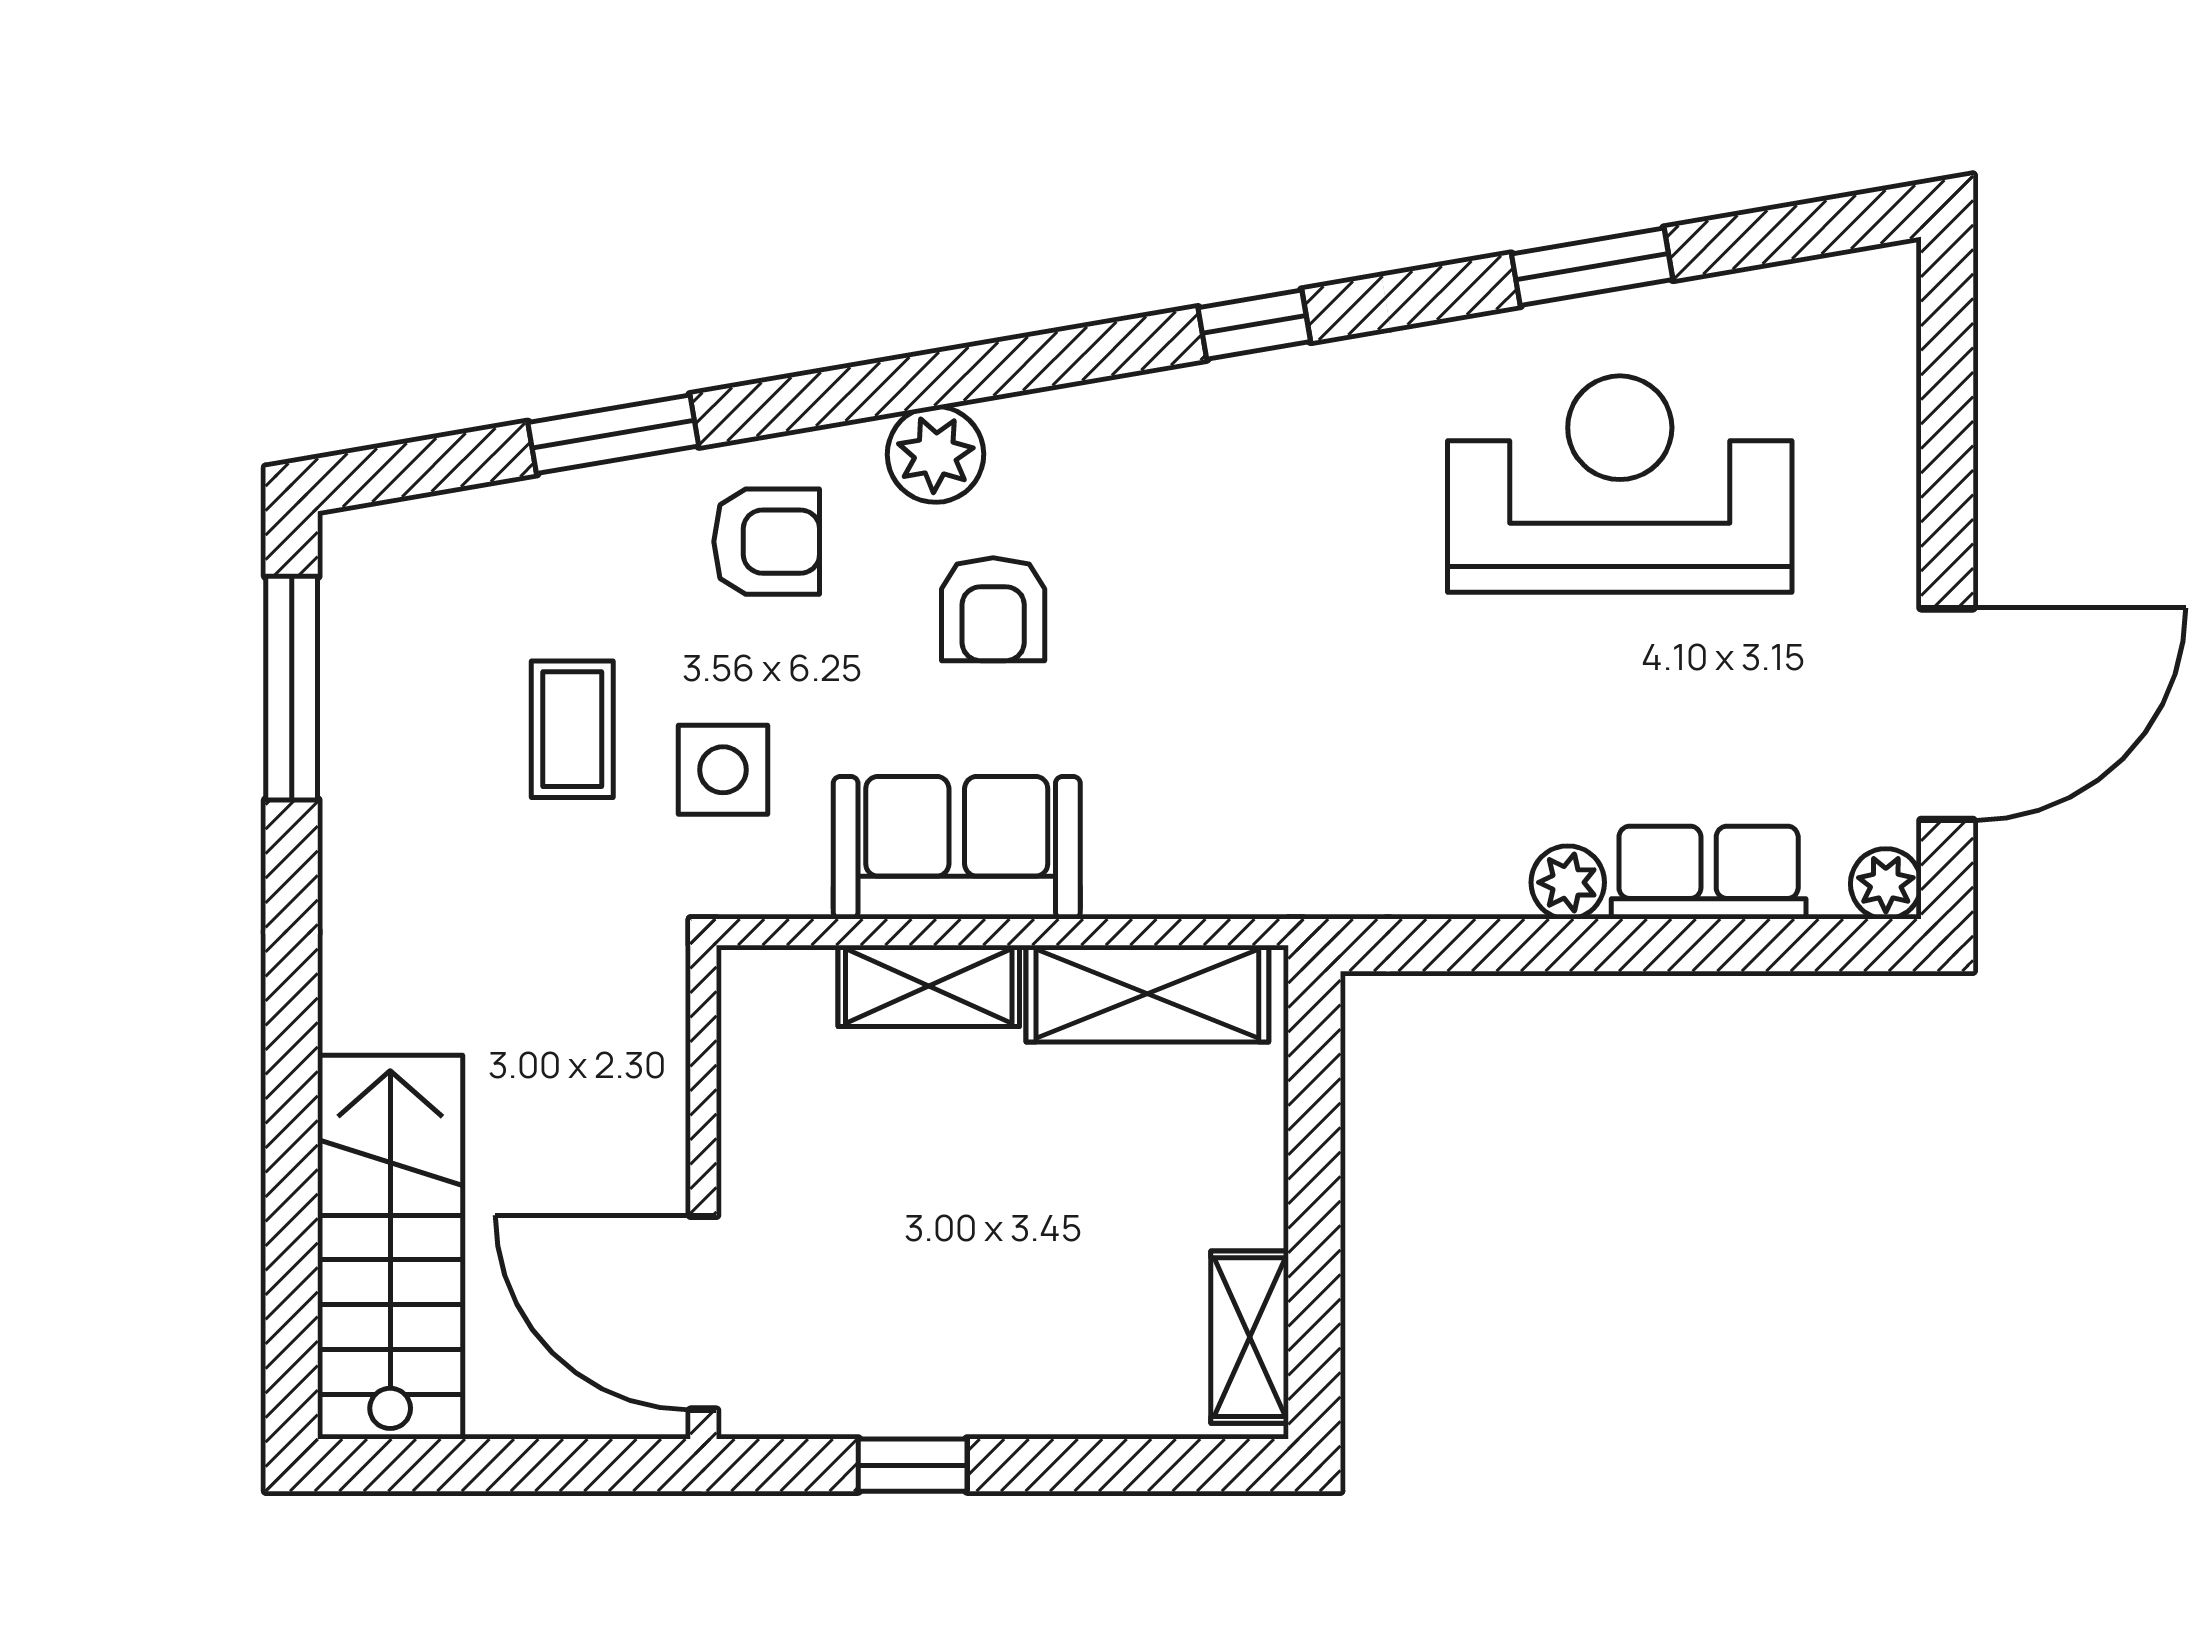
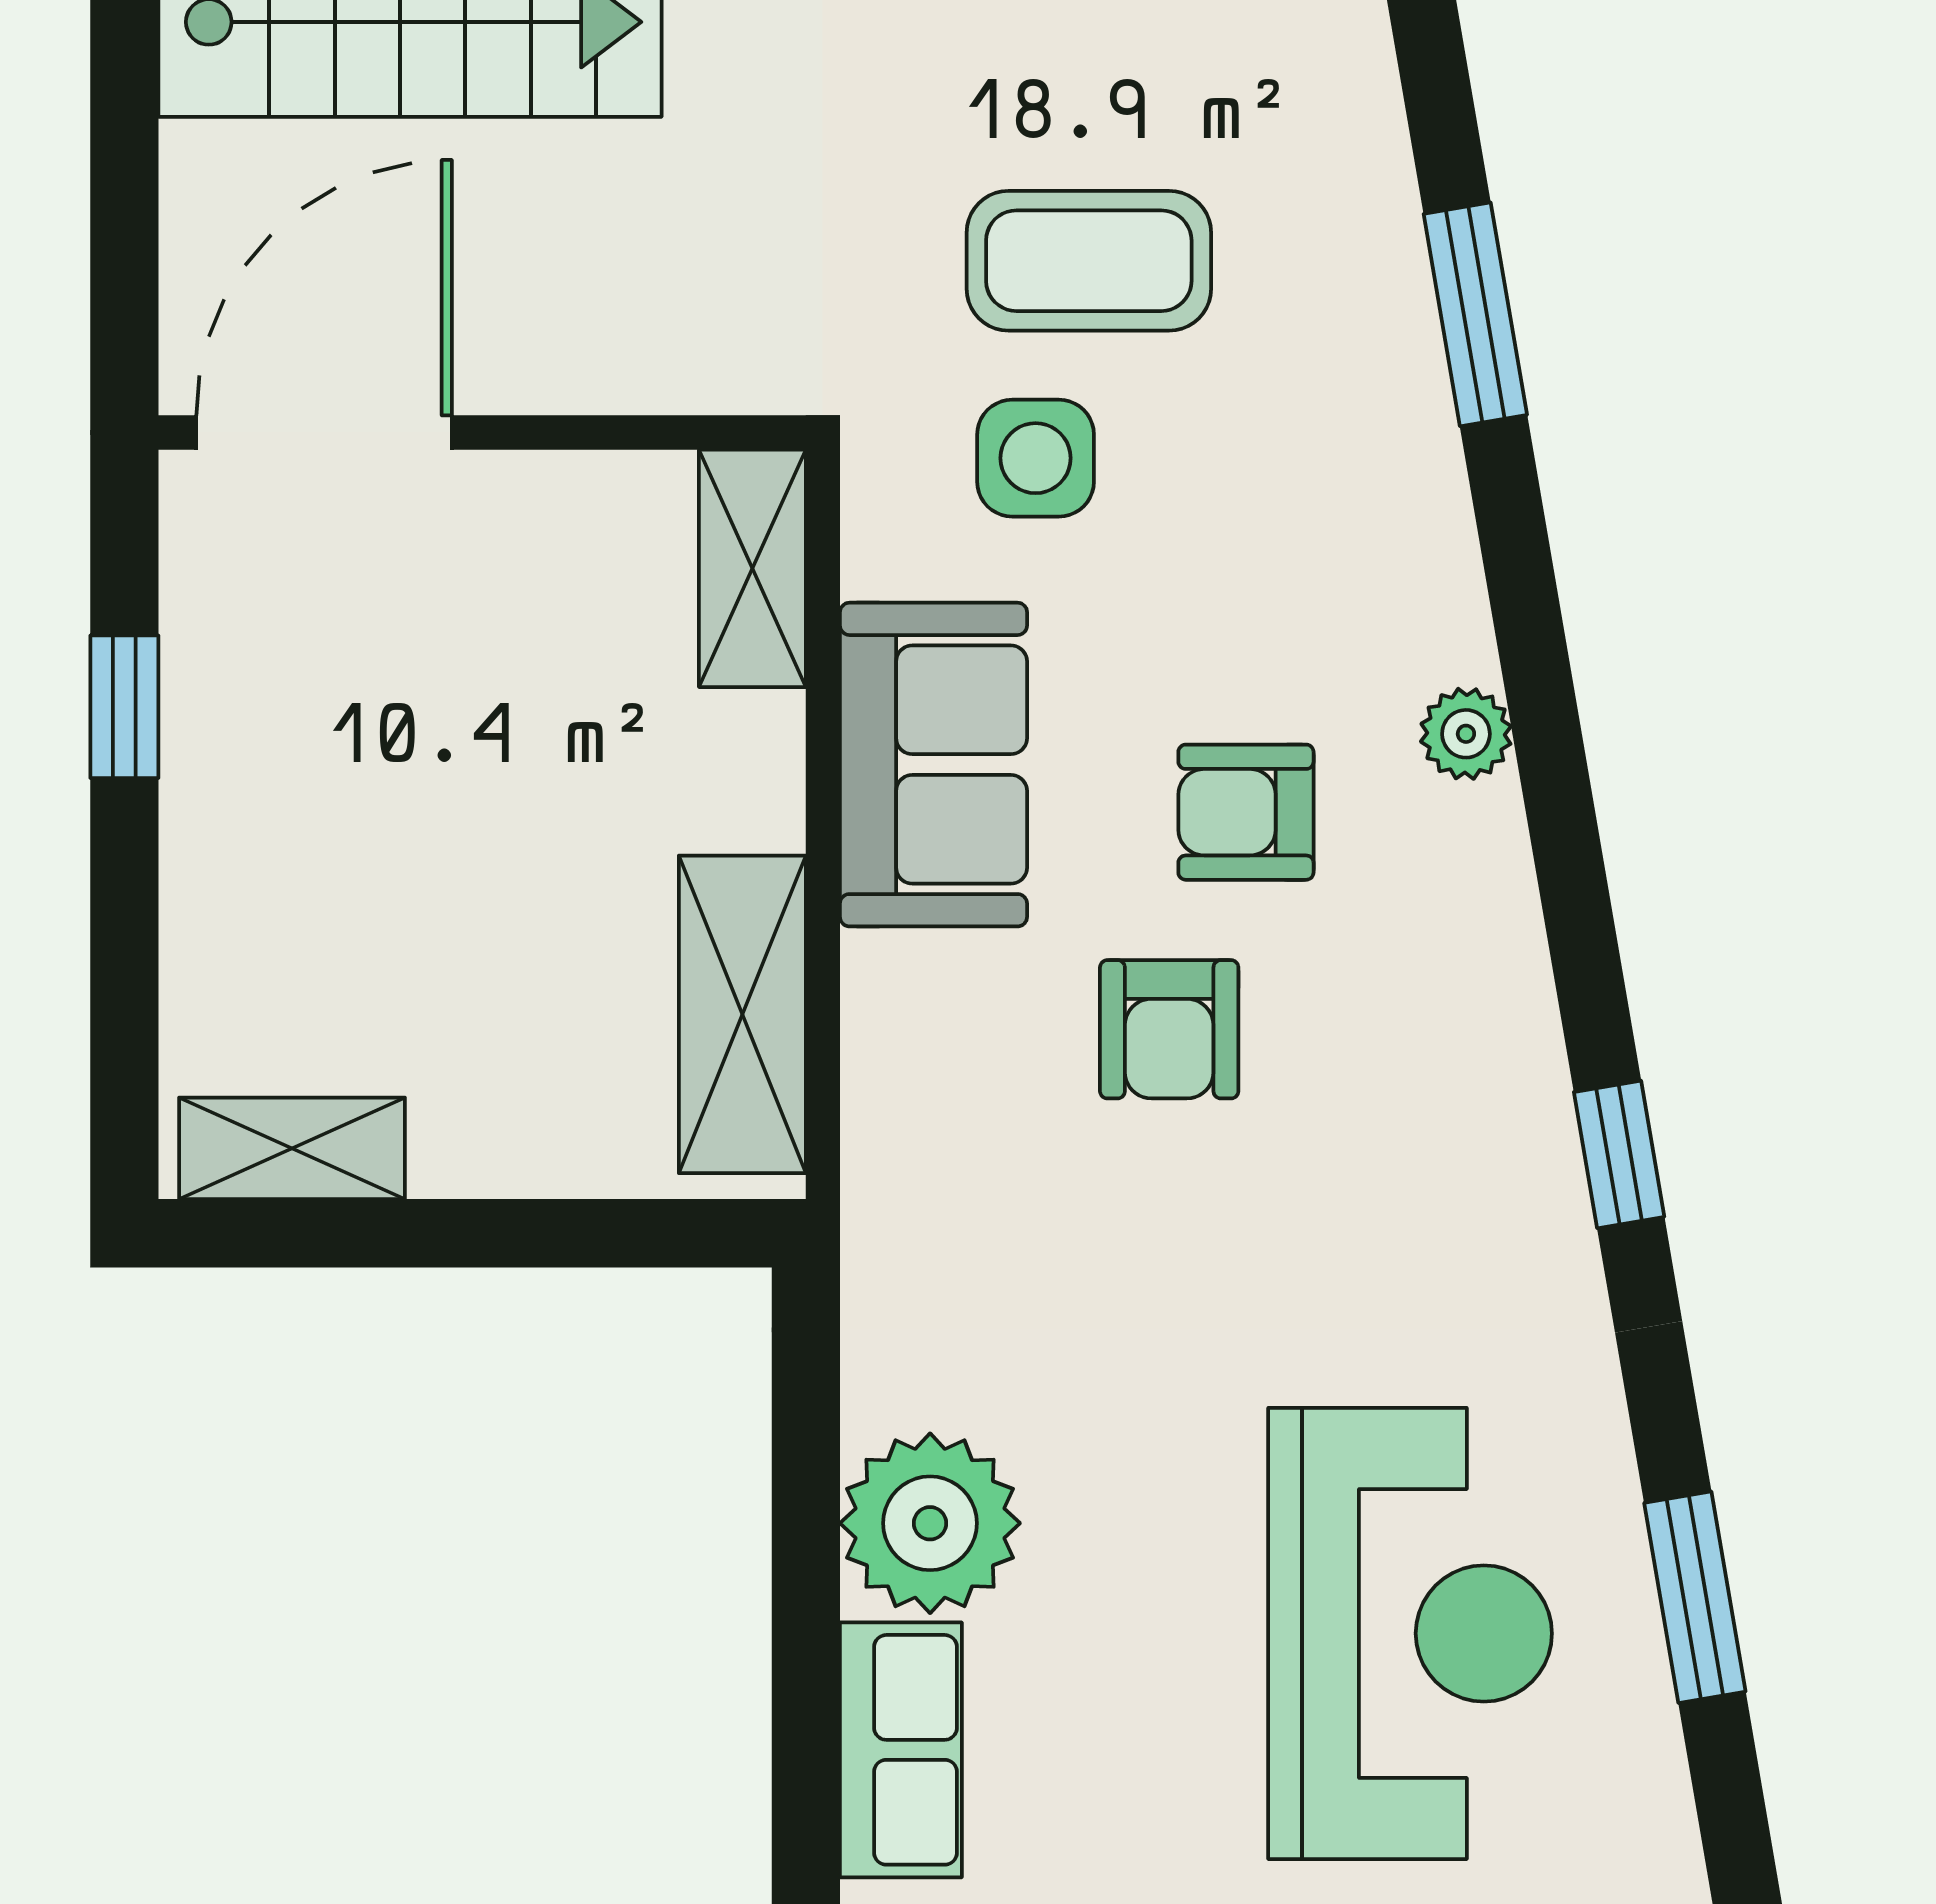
plant: (936, 454) -> (1466, 734), width x0.73, depth x0.73
armchair: (767, 542) -> (1169, 1029), moved
coffee table: (572, 729) -> (1089, 261), width x1.36, depth x1.30
plant: (1568, 882) -> (930, 1523), width x1.87, depth x1.87
shelving: (929, 986) -> (752, 568), moved

